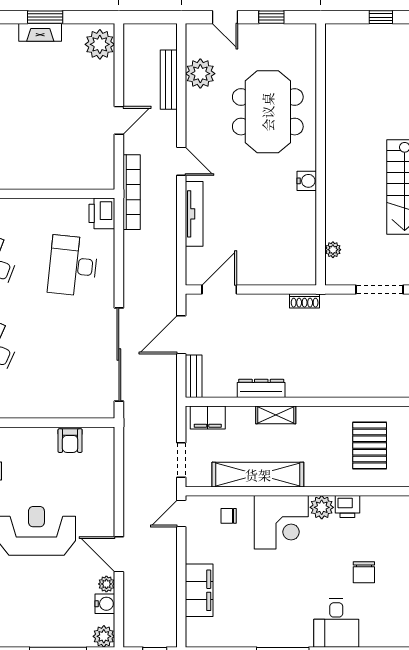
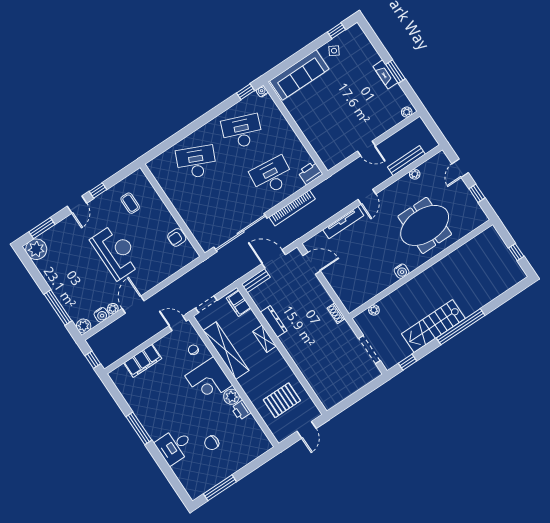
plant: (100, 44) -> (407, 112), width x0.53, depth x0.53
plant: (200, 74) -> (415, 174), width x0.53, depth x0.53
bookcase: (132, 192) -> (292, 208), moved

